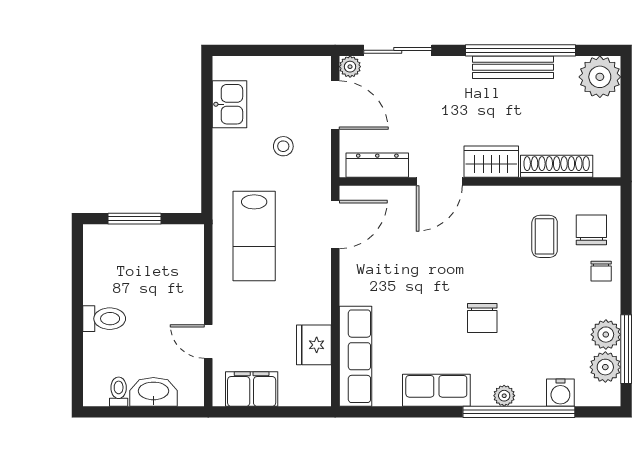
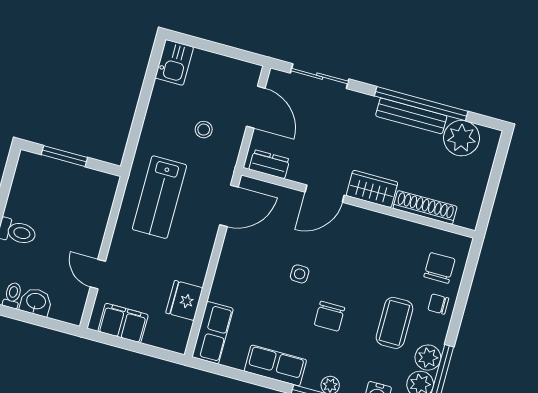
plant: (350, 67) -> (277, 79), removed
plant: (600, 77) -> (462, 138), moved
kitchen sink: (230, 104) -> (174, 62), moved
dresser: (377, 165) -> (269, 164), width x0.70
coffee table: (545, 236) -> (394, 323), moved, width x1.36, depth x1.30
chair: (601, 271) -> (438, 304), turned 90
side table: (436, 280) -> (300, 274), added
row of seats: (356, 356) -> (213, 333), width x0.68
washbasin: (153, 392) -> (36, 302), width x0.72

